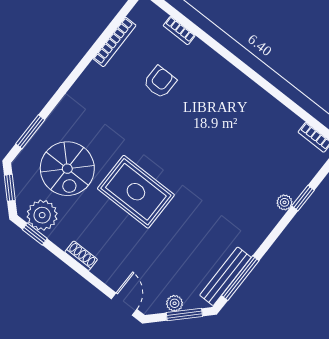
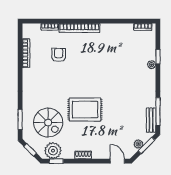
bookcase: (221, 66) -> (79, 28), added
bench: (225, 276) -> (151, 120), width x0.73

